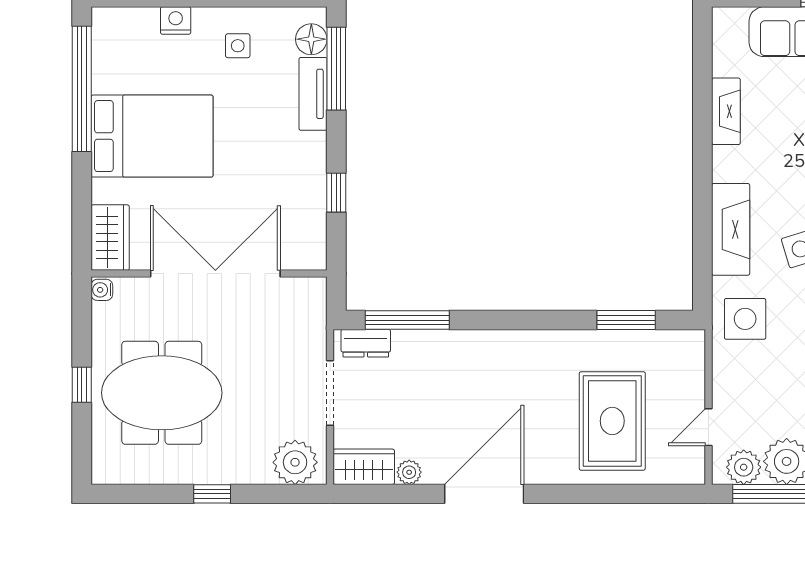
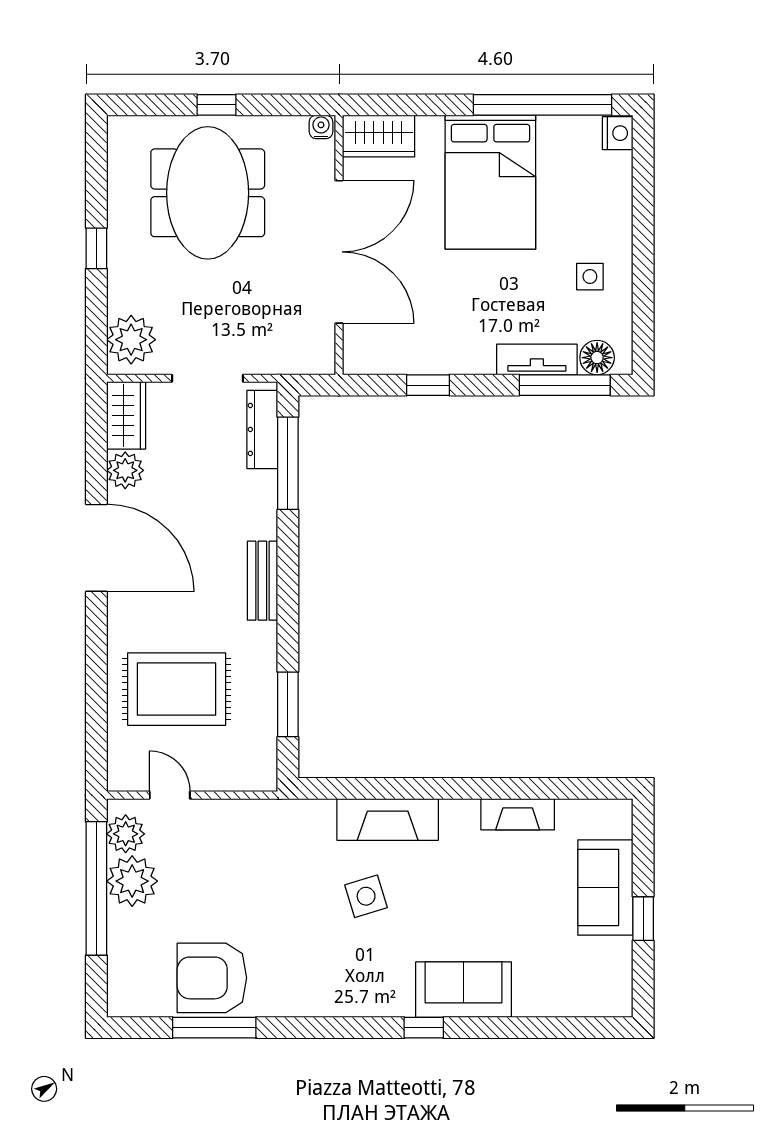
nightstand: (176, 20) -> (618, 133), moved
side table: (745, 319) -> (289, 835), removed
dresser: (366, 343) -> (262, 429), width x1.44
bench: (514, 343) -> (262, 581), added
plant: (409, 472) -> (125, 470), width x1.38, depth x1.38

